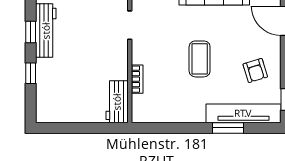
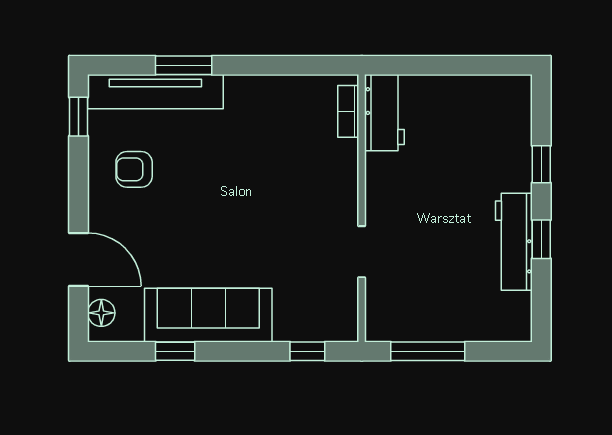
coffee table: (200, 59) -> (235, 190), removed
armchair: (255, 70) -> (134, 169), turned -73
bookcase: (137, 79) -> (348, 111), moved

